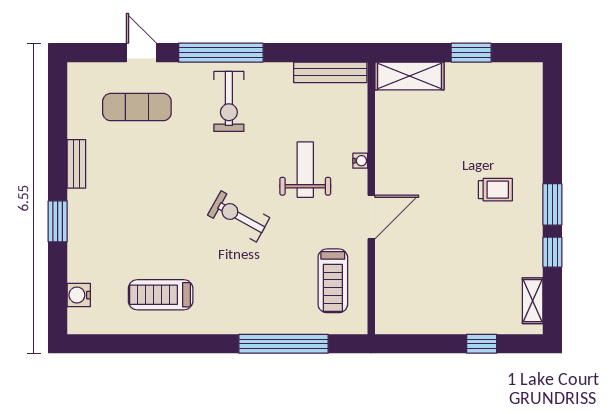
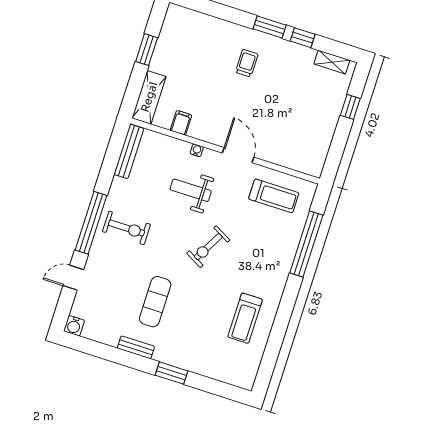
exercise mat: (137, 107) -> (155, 302), moved
filing cabinet: (390, 129) -> (181, 123), added
water cooler: (79, 295) -> (74, 326), moved

